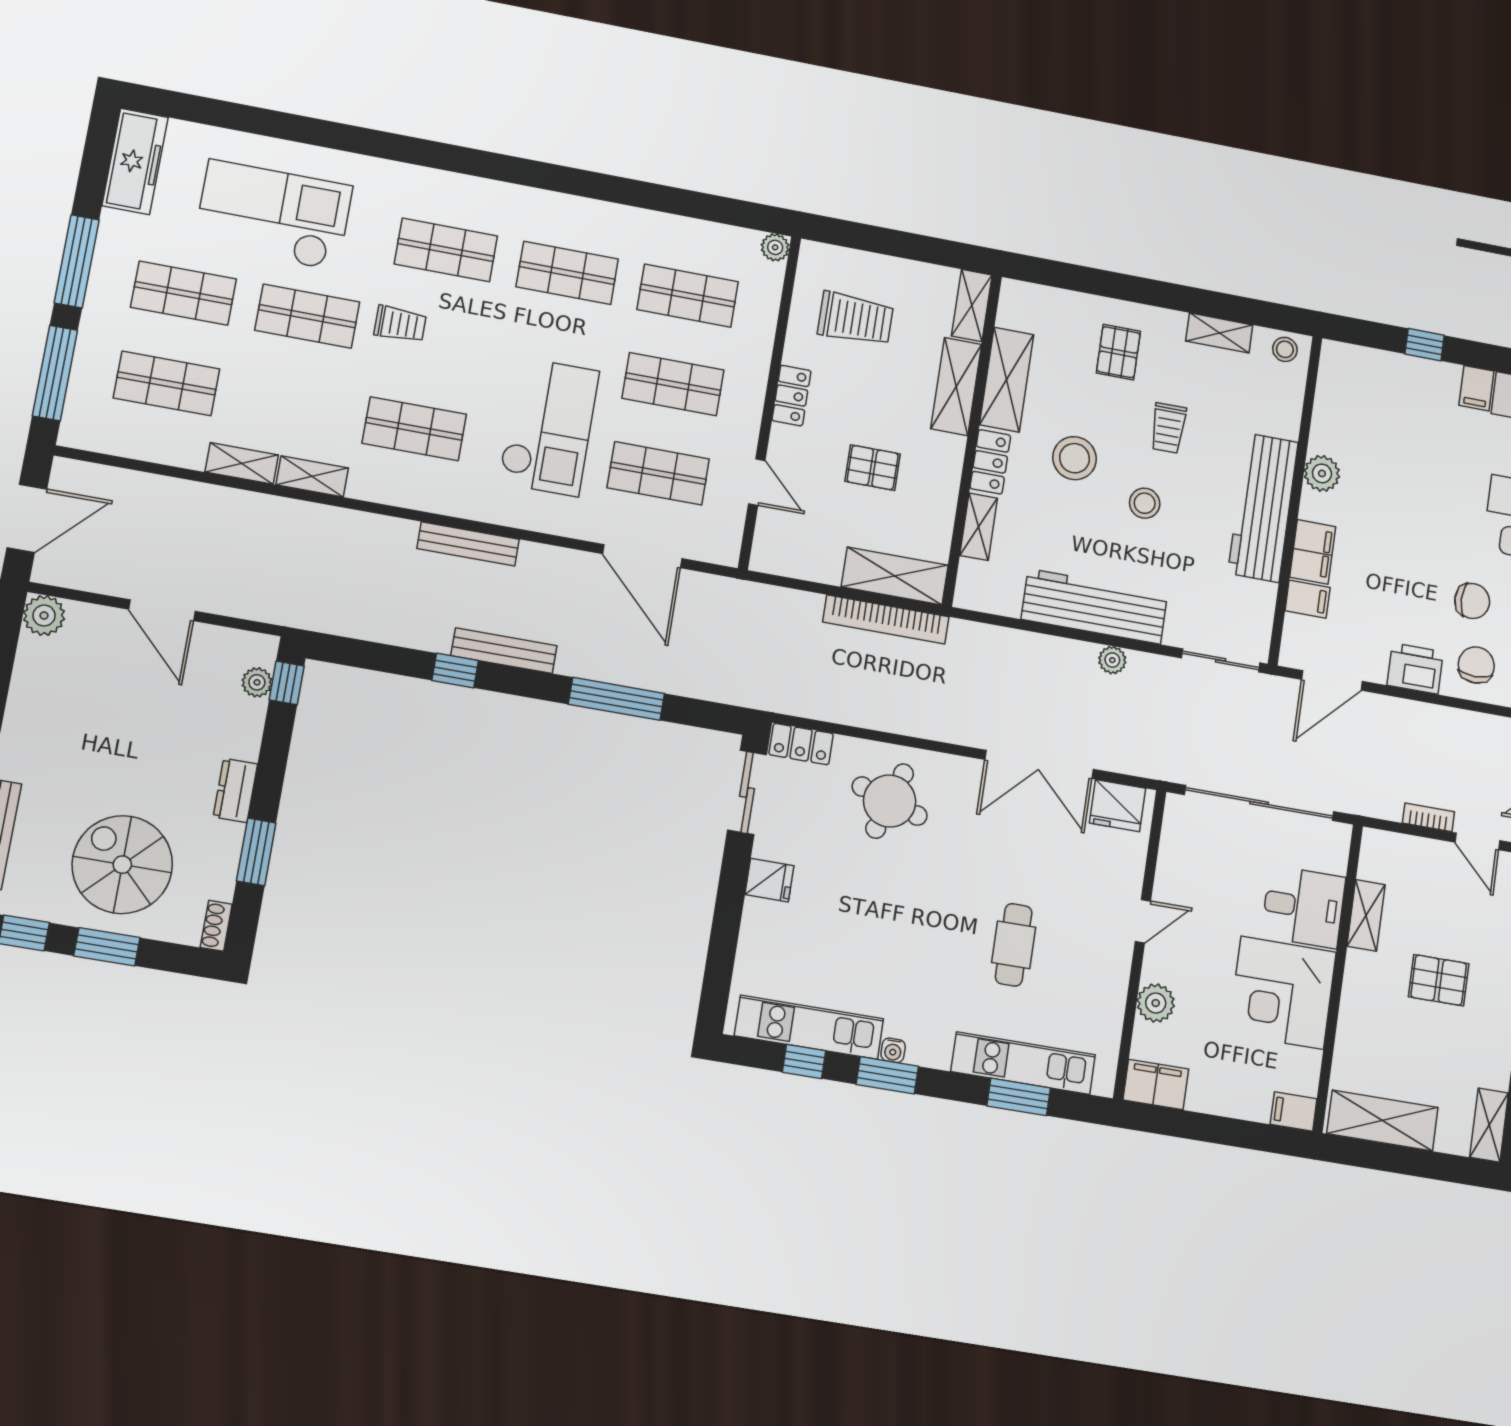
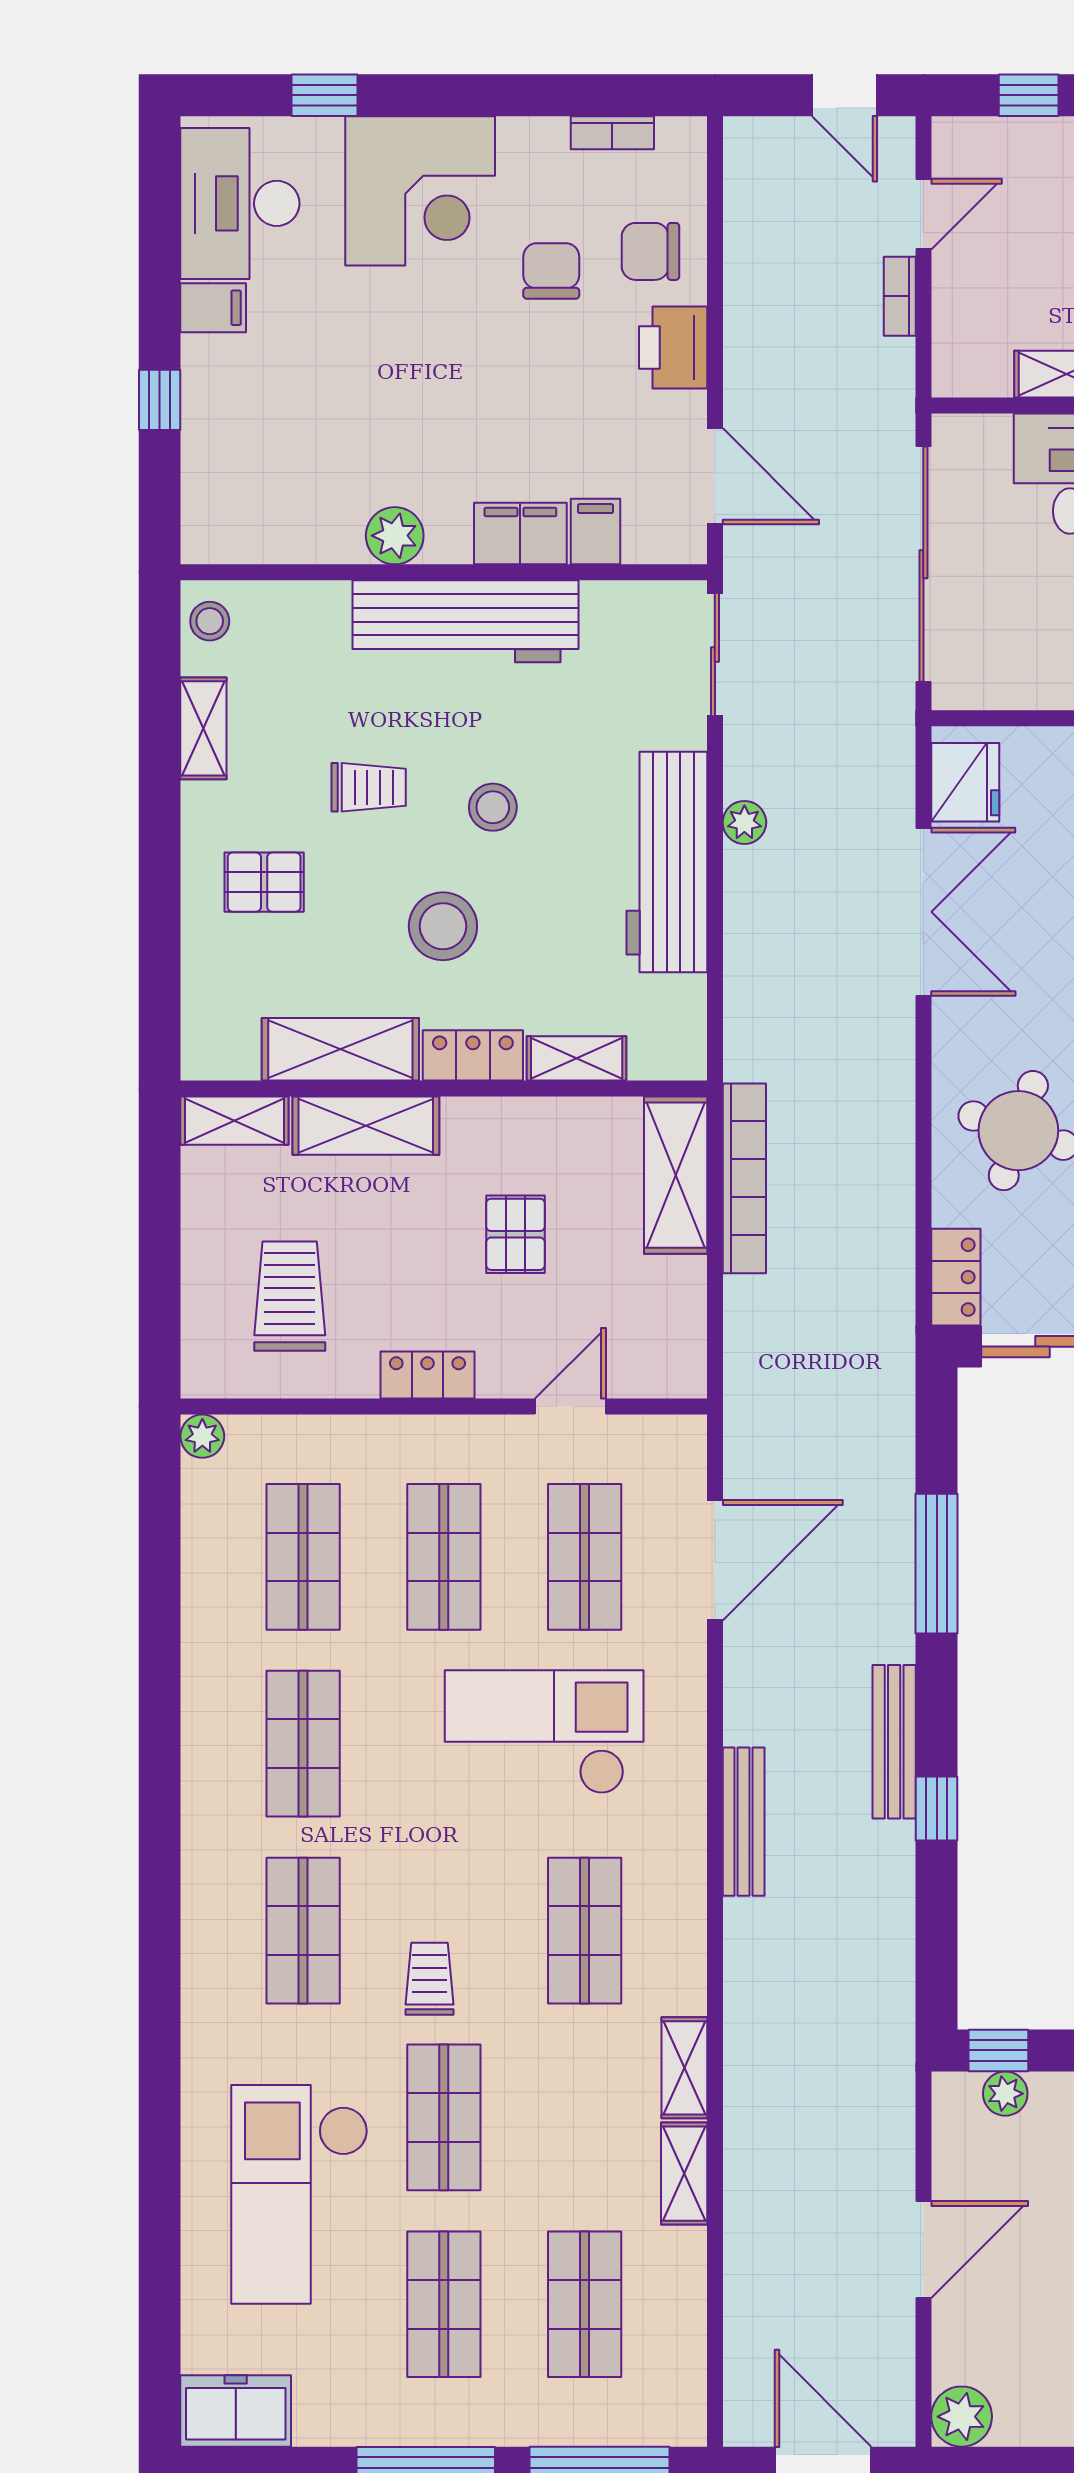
freezer: (135, 162) -> (236, 2411), width x0.71

